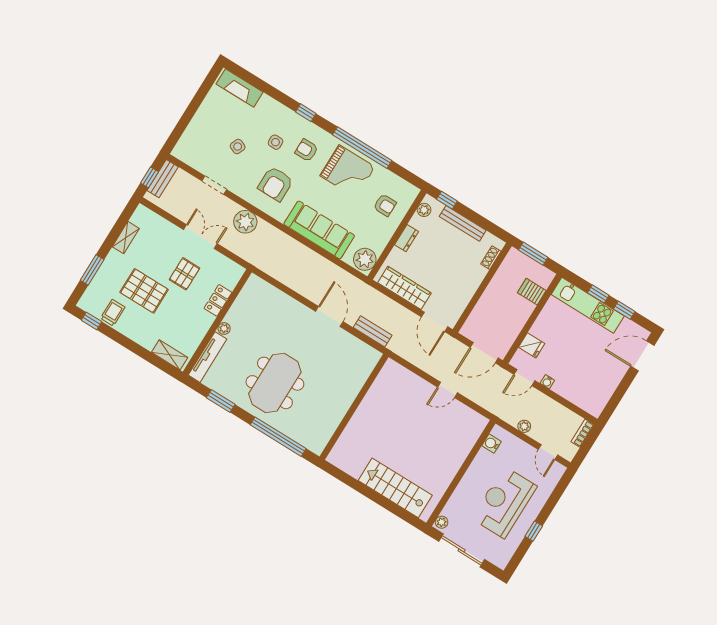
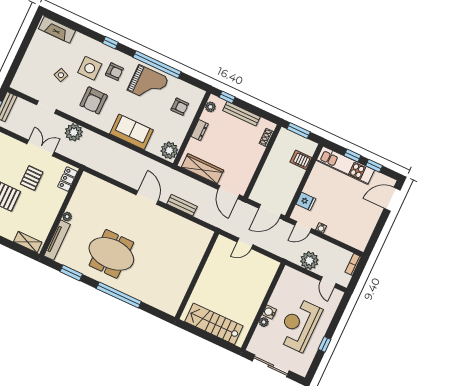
side table: (275, 142) -> (90, 68), width x1.87, depth x1.87
armchair: (307, 150) -> (114, 72), turned 180
sofa: (319, 230) -> (131, 132), width x0.73
locker: (218, 300) -> (68, 179), moved
meeting table: (275, 383) -> (111, 254), turned 90
wall: (354, 407) -> (197, 276), moved
plant: (524, 426) -> (309, 261), width x1.88, depth x1.88
water cooler: (491, 444) -> (269, 312), moved
plant: (442, 522) -> (264, 322), moved

